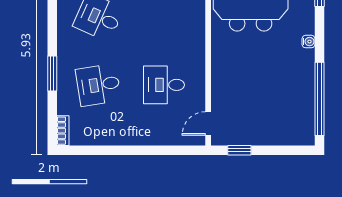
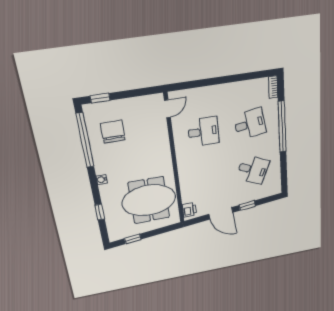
window: (52, 73) -> (282, 127), width x2.11
chair: (282, 105) -> (113, 132), added
window: (239, 150) -> (100, 98), moved

